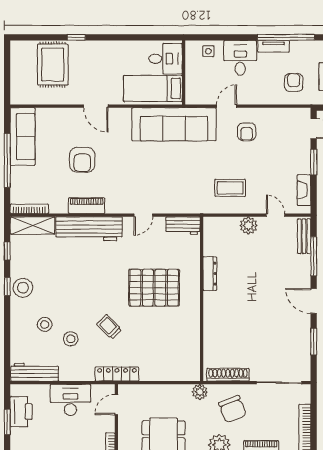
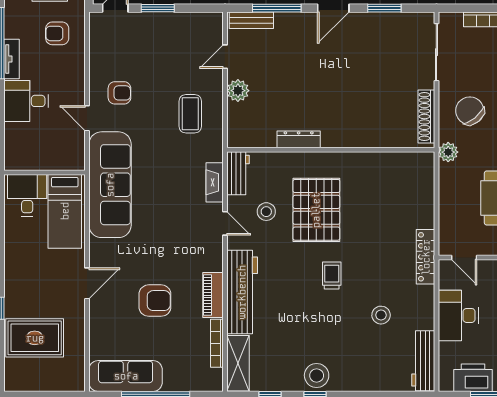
side table: (208, 51) -> (18, 141), removed
fireplace: (304, 190) -> (215, 182), moved, turned 90
bookcase: (29, 209) -> (217, 343), moved
stool: (45, 324) -> (266, 212), moved
trolley: (109, 327) -> (332, 276), moved, turned 135
chair: (232, 409) -> (470, 111), turned -109

